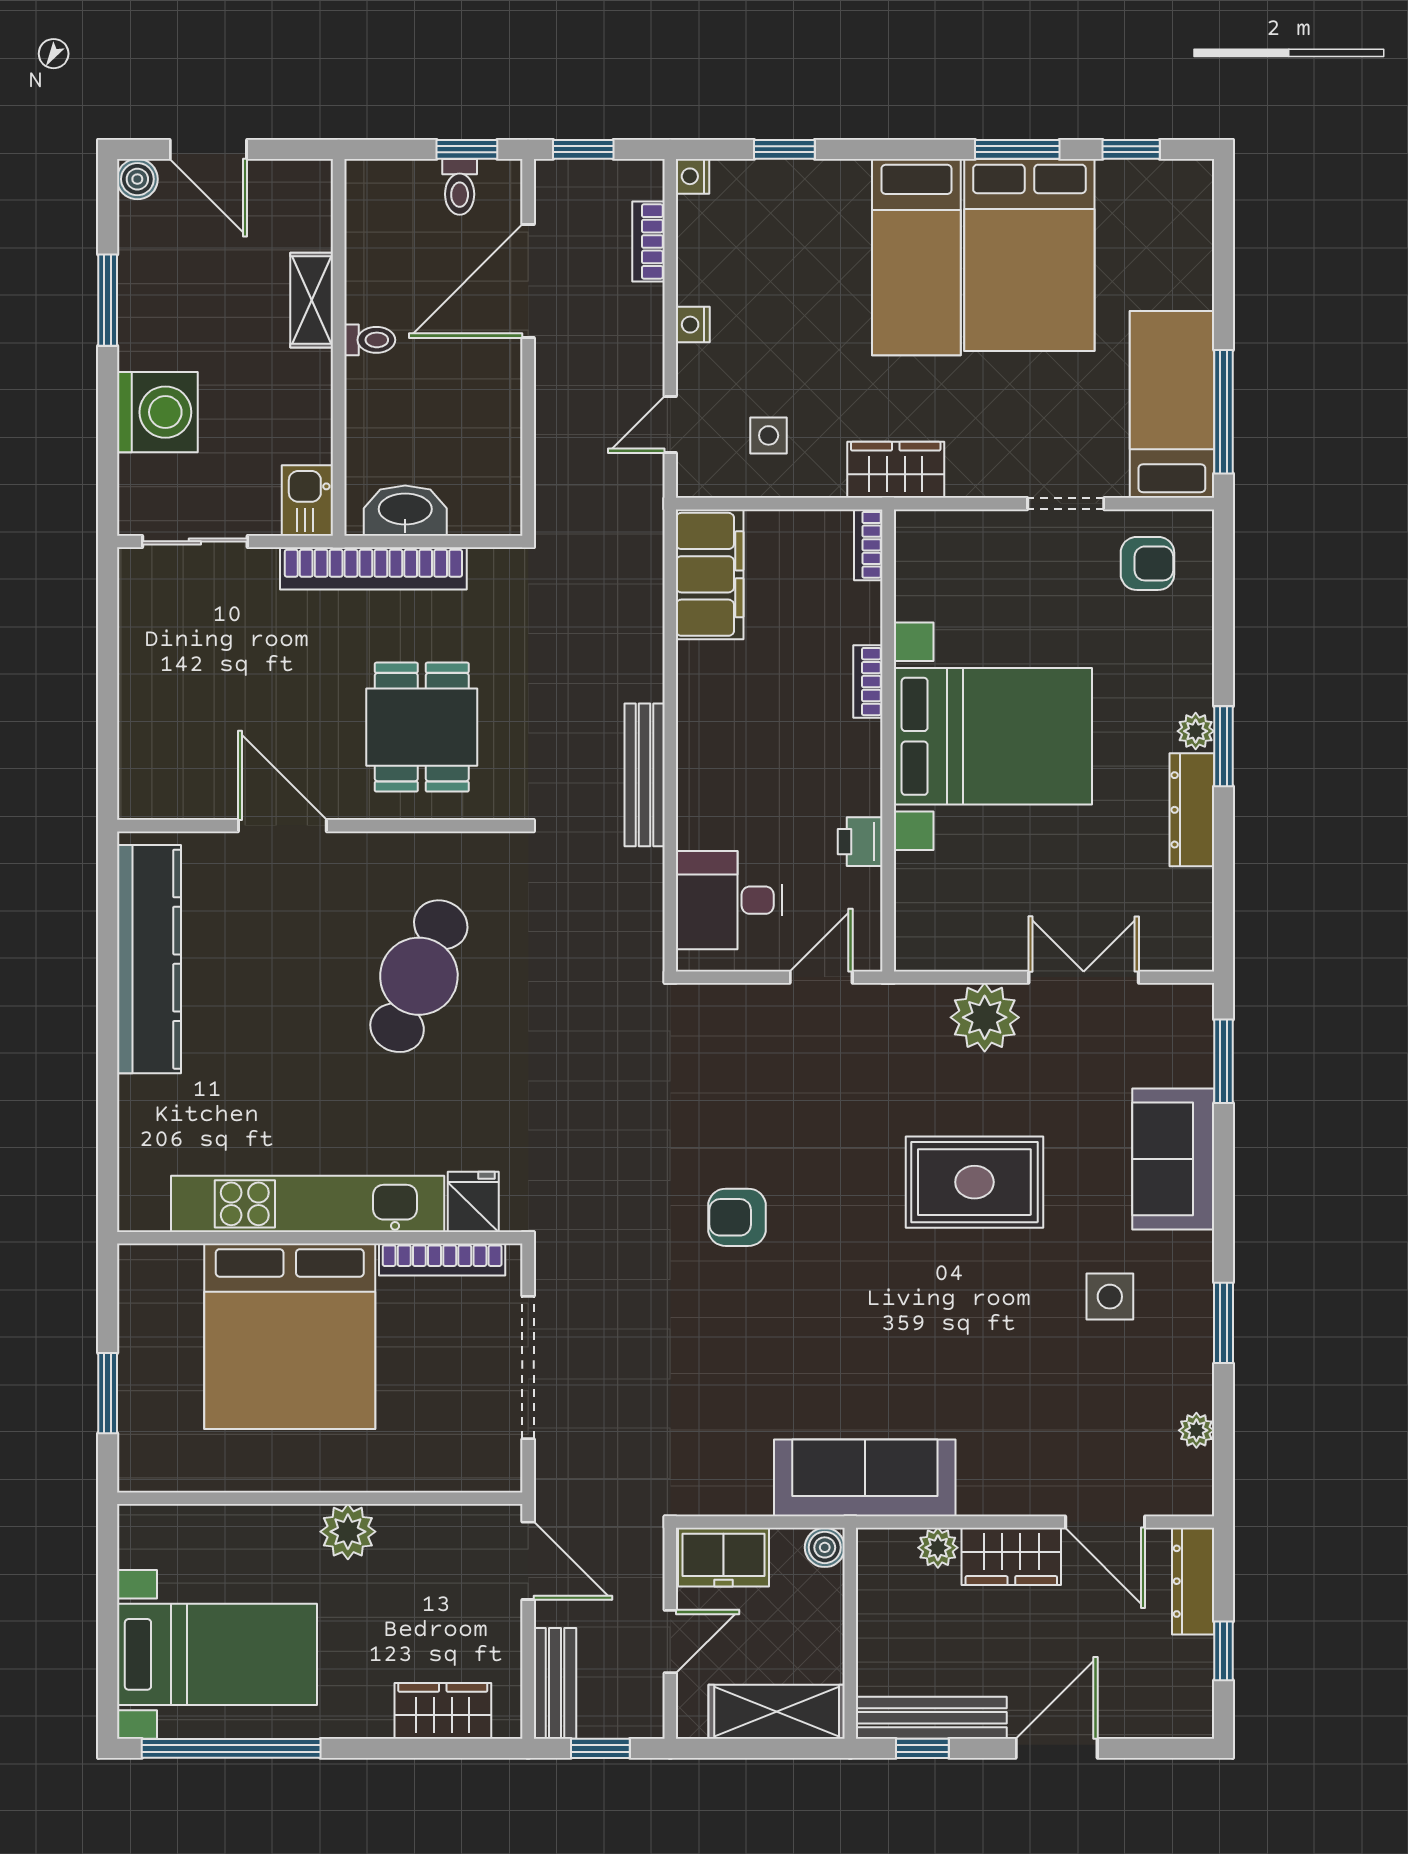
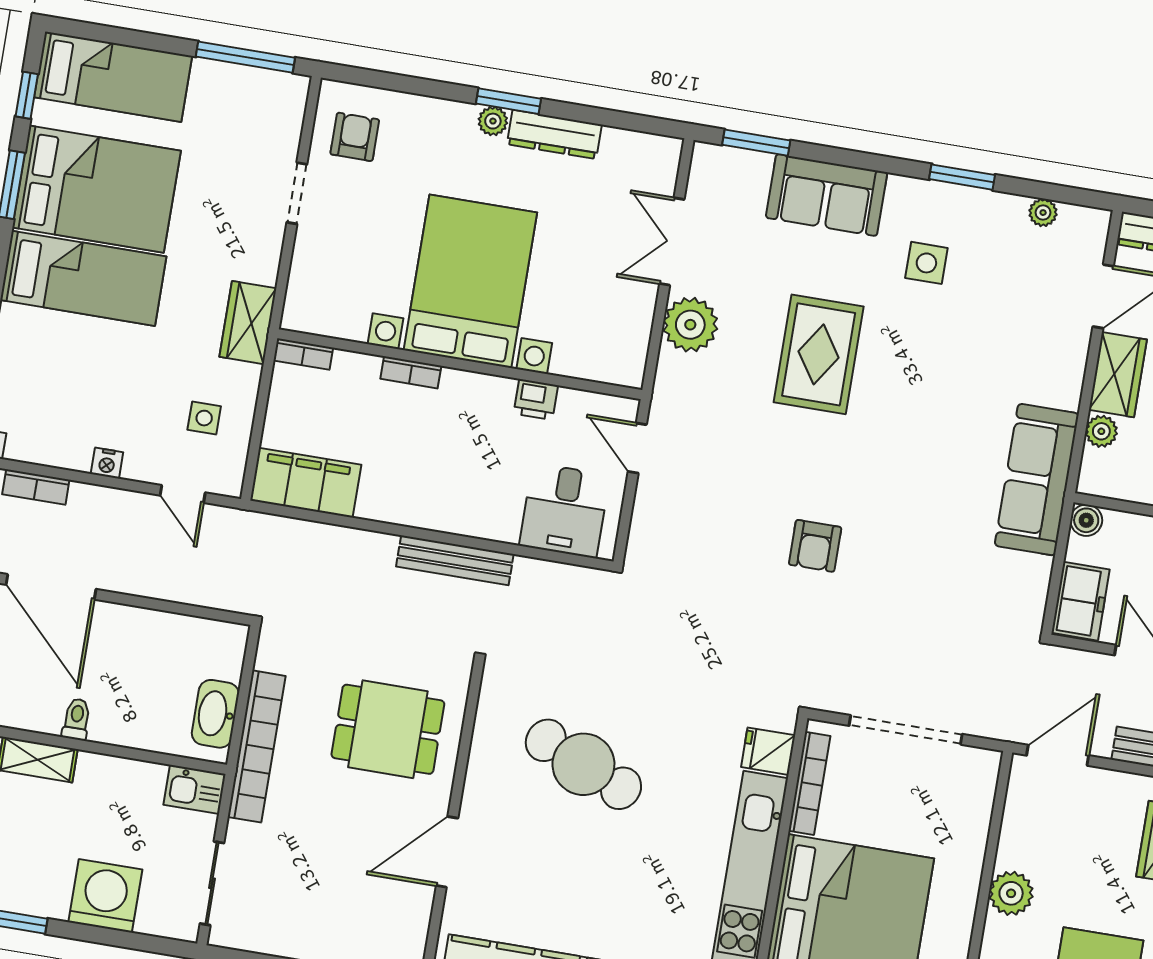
bed: (1172, 404) -> (113, 77), moved, turned 180

